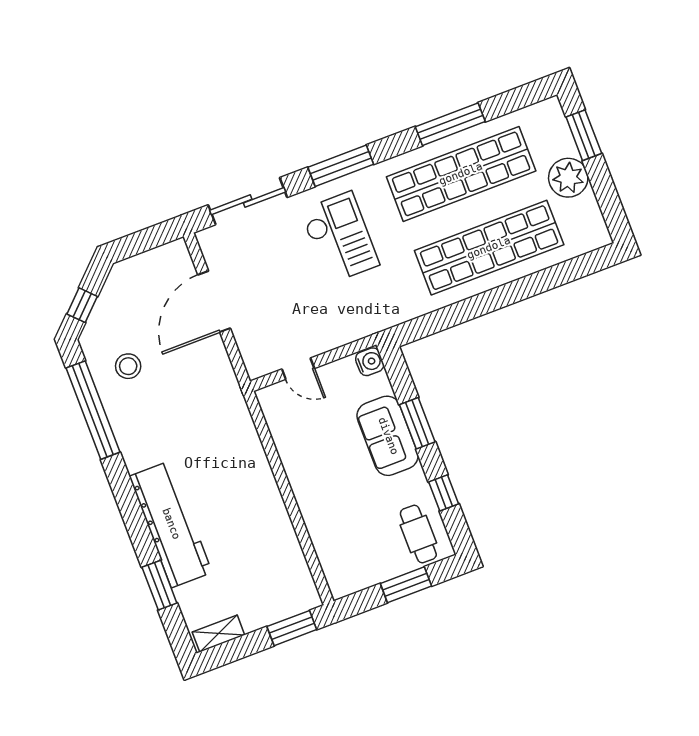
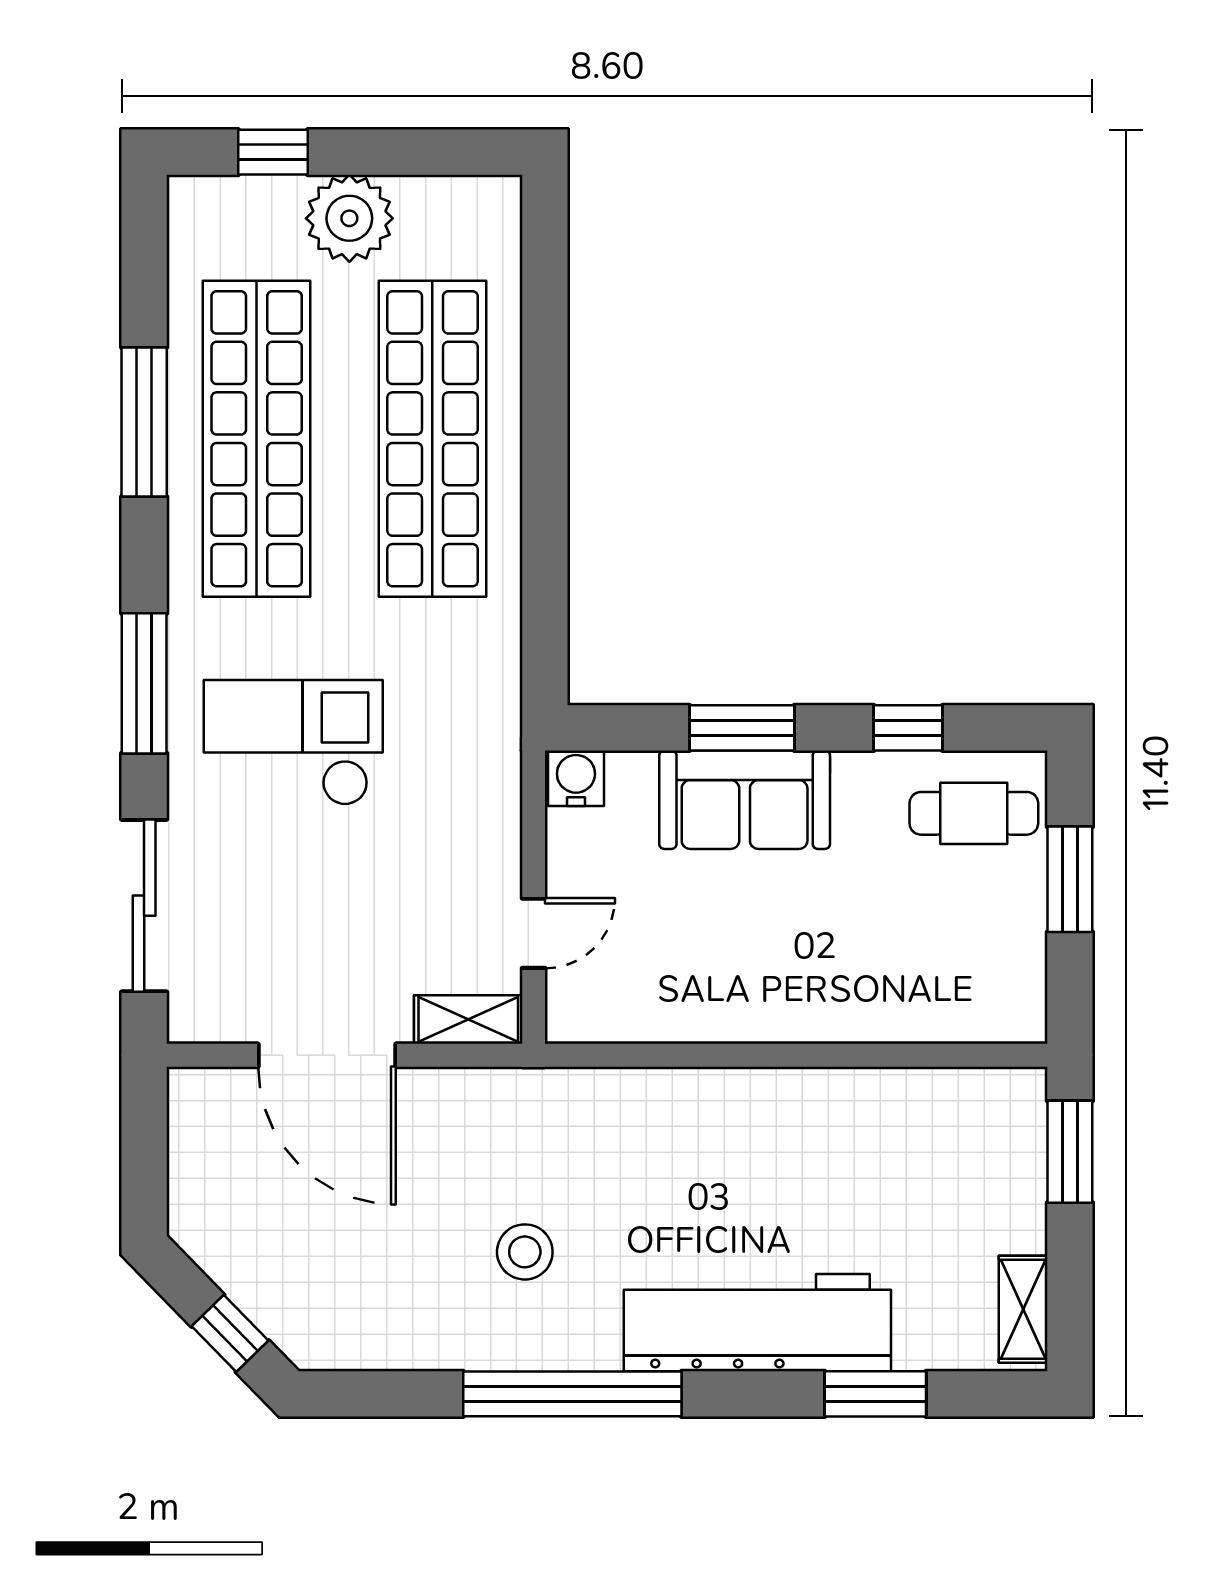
window: (584, 135) -> (273, 152), width x0.67
shelving: (251, 355) -> (468, 1020), added
stool: (128, 366) -> (525, 1252), moved
window: (93, 410) -> (572, 1394), moved

